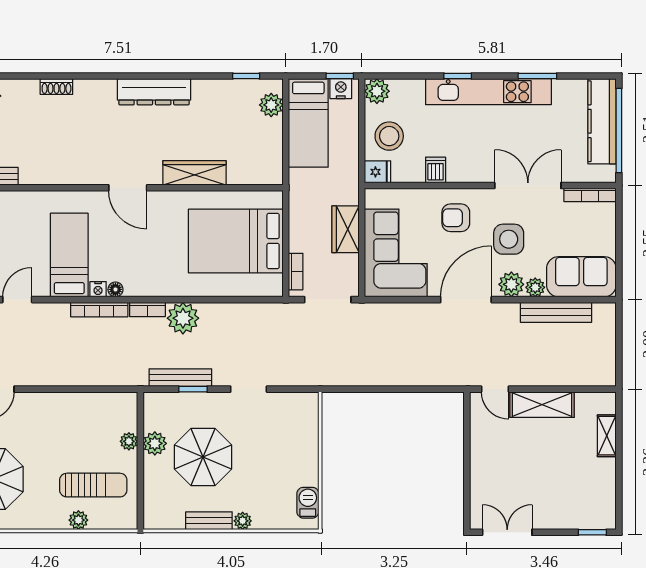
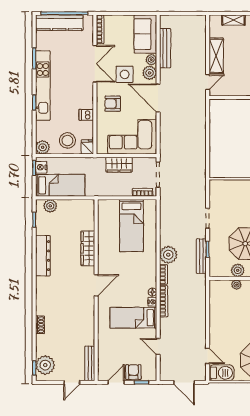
dresser: (154, 92) -> (43, 256), moved
double door: (528, 186) -> (95, 64), swing flipped
armchair: (456, 218) -> (113, 104), turned 90
bed: (236, 241) -> (131, 225), width x0.67

